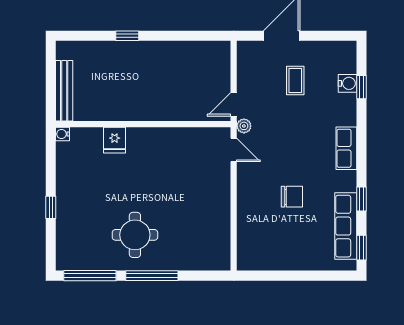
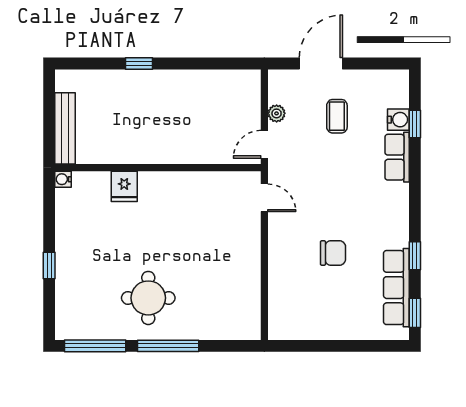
plant: (244, 126) -> (277, 113), moved
row of seats: (346, 148) -> (397, 157), moved

